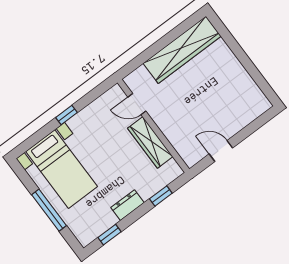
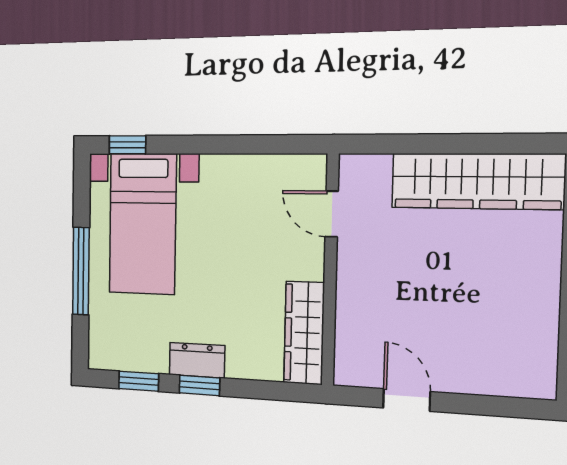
window: (66, 115) -> (127, 145), moved
wardrobe: (150, 142) -> (304, 333), moved
window: (161, 196) -> (199, 385), moved

